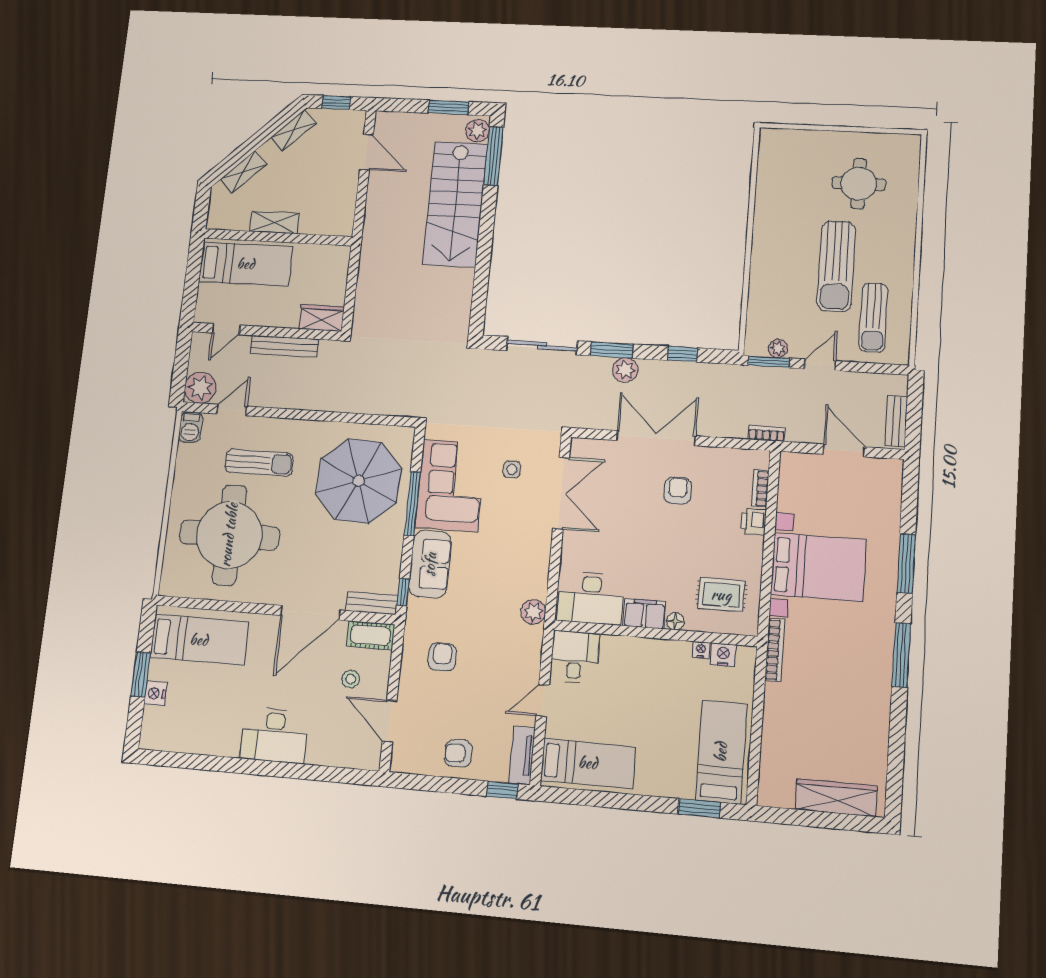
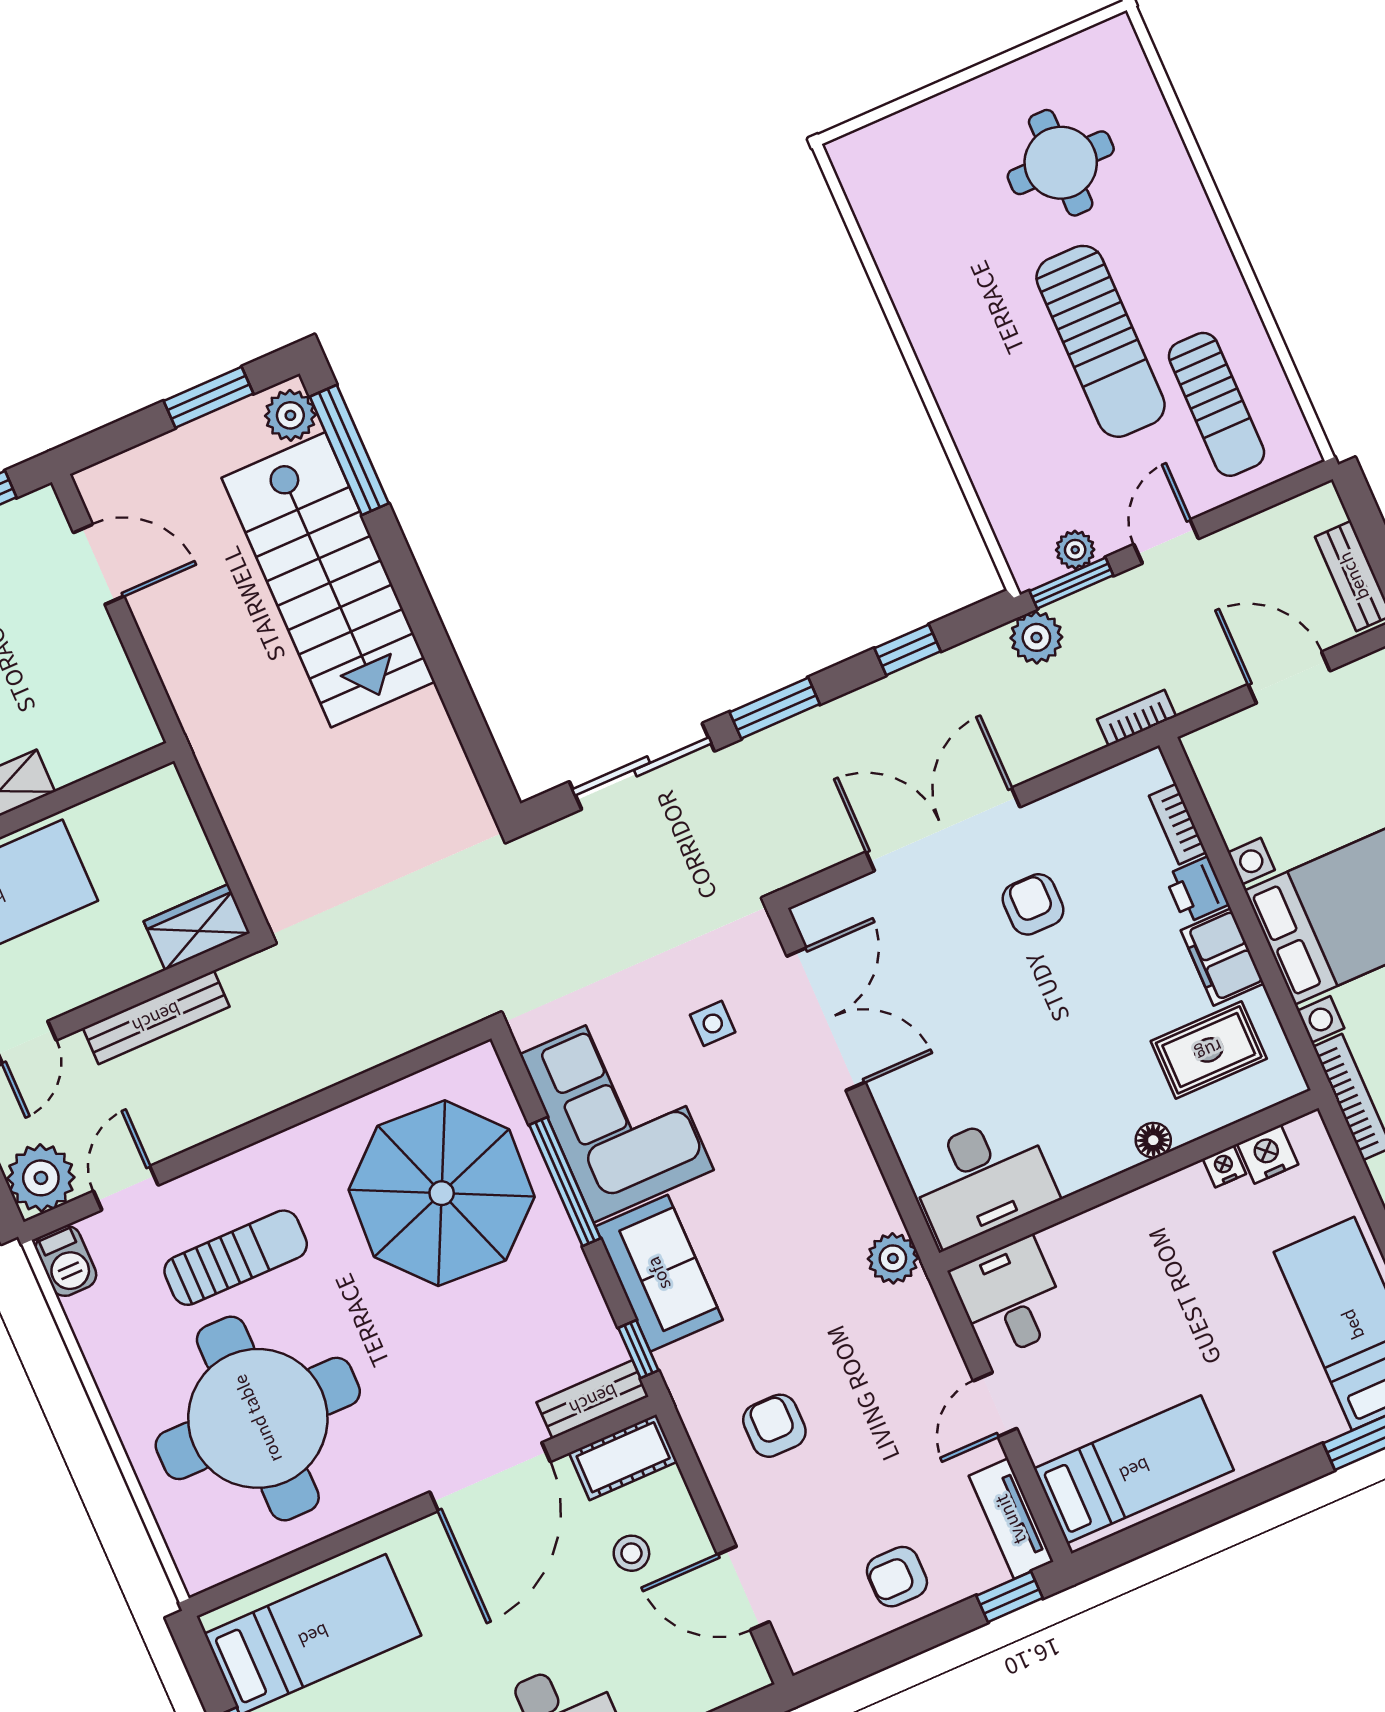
plant: (625, 370) -> (1036, 637), moved
filing cabinet: (644, 614) -> (1222, 957), moved, turned -90

